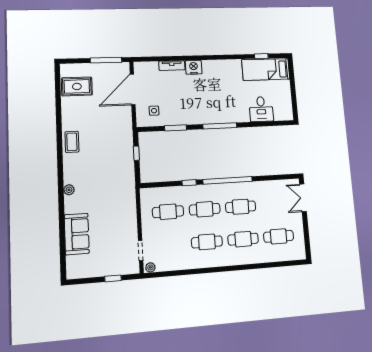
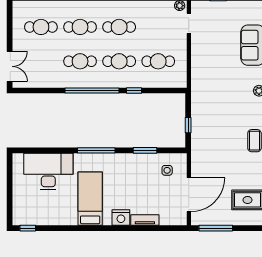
window: (261, 56) -> (28, 228), moved
bed: (266, 69) -> (90, 199), moved, turned -90
desk: (261, 109) -> (48, 171), width x1.87, depth x1.30

